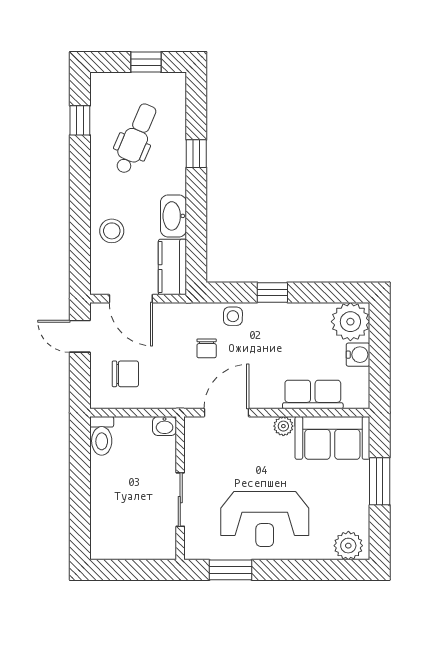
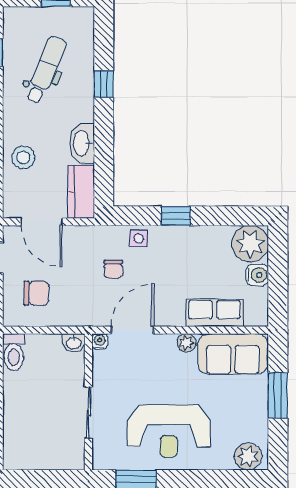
water cooler: (192, 425) -> (100, 341), added

